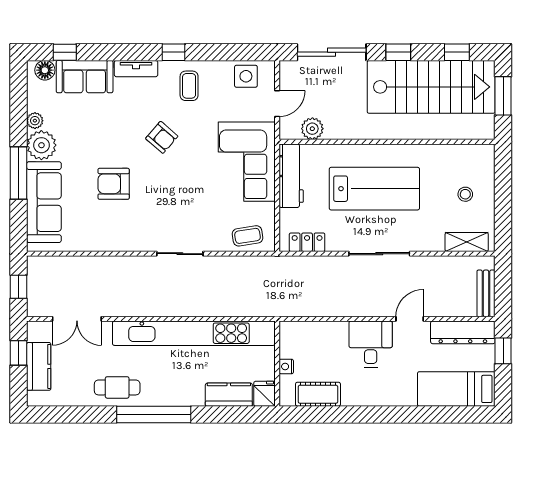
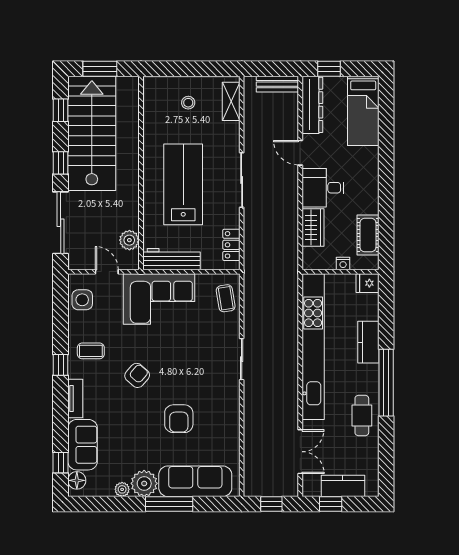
wardrobe: (326, 333) -> (313, 227), added
kitchen counter: (229, 395) -> (368, 342), moved

